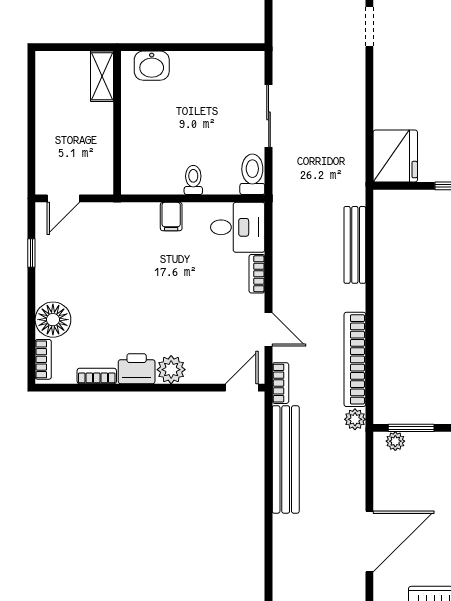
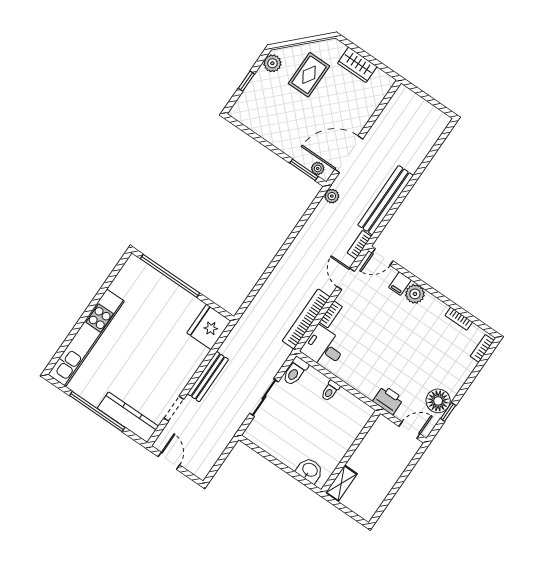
filing cabinet: (171, 217) -> (400, 284), moved, turned 180
bench: (355, 245) -> (208, 377), moved
floor lamp: (53, 320) -> (438, 401), moved
bookcase: (355, 359) -> (306, 319), moved, turned 180
printer: (137, 369) -> (388, 400), moved, turned 180
door: (369, 541) -> (349, 154), moved

